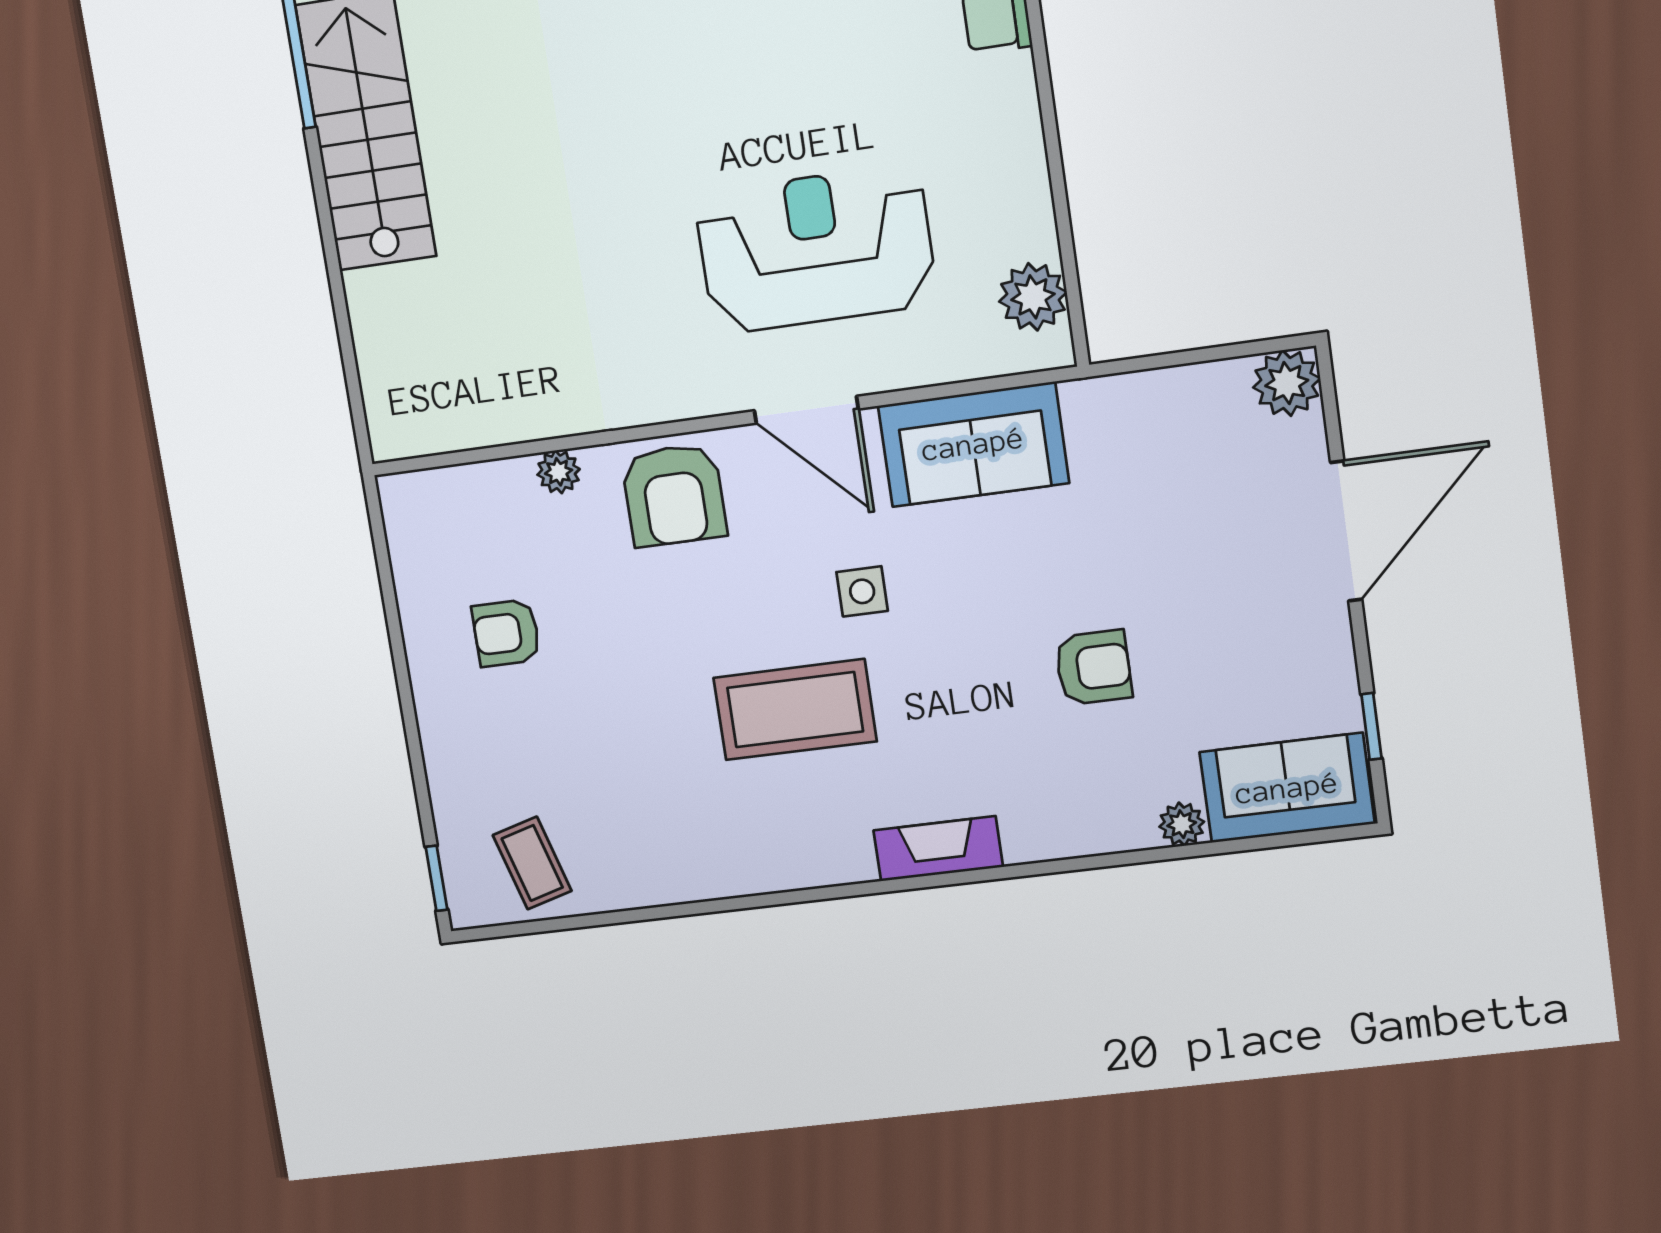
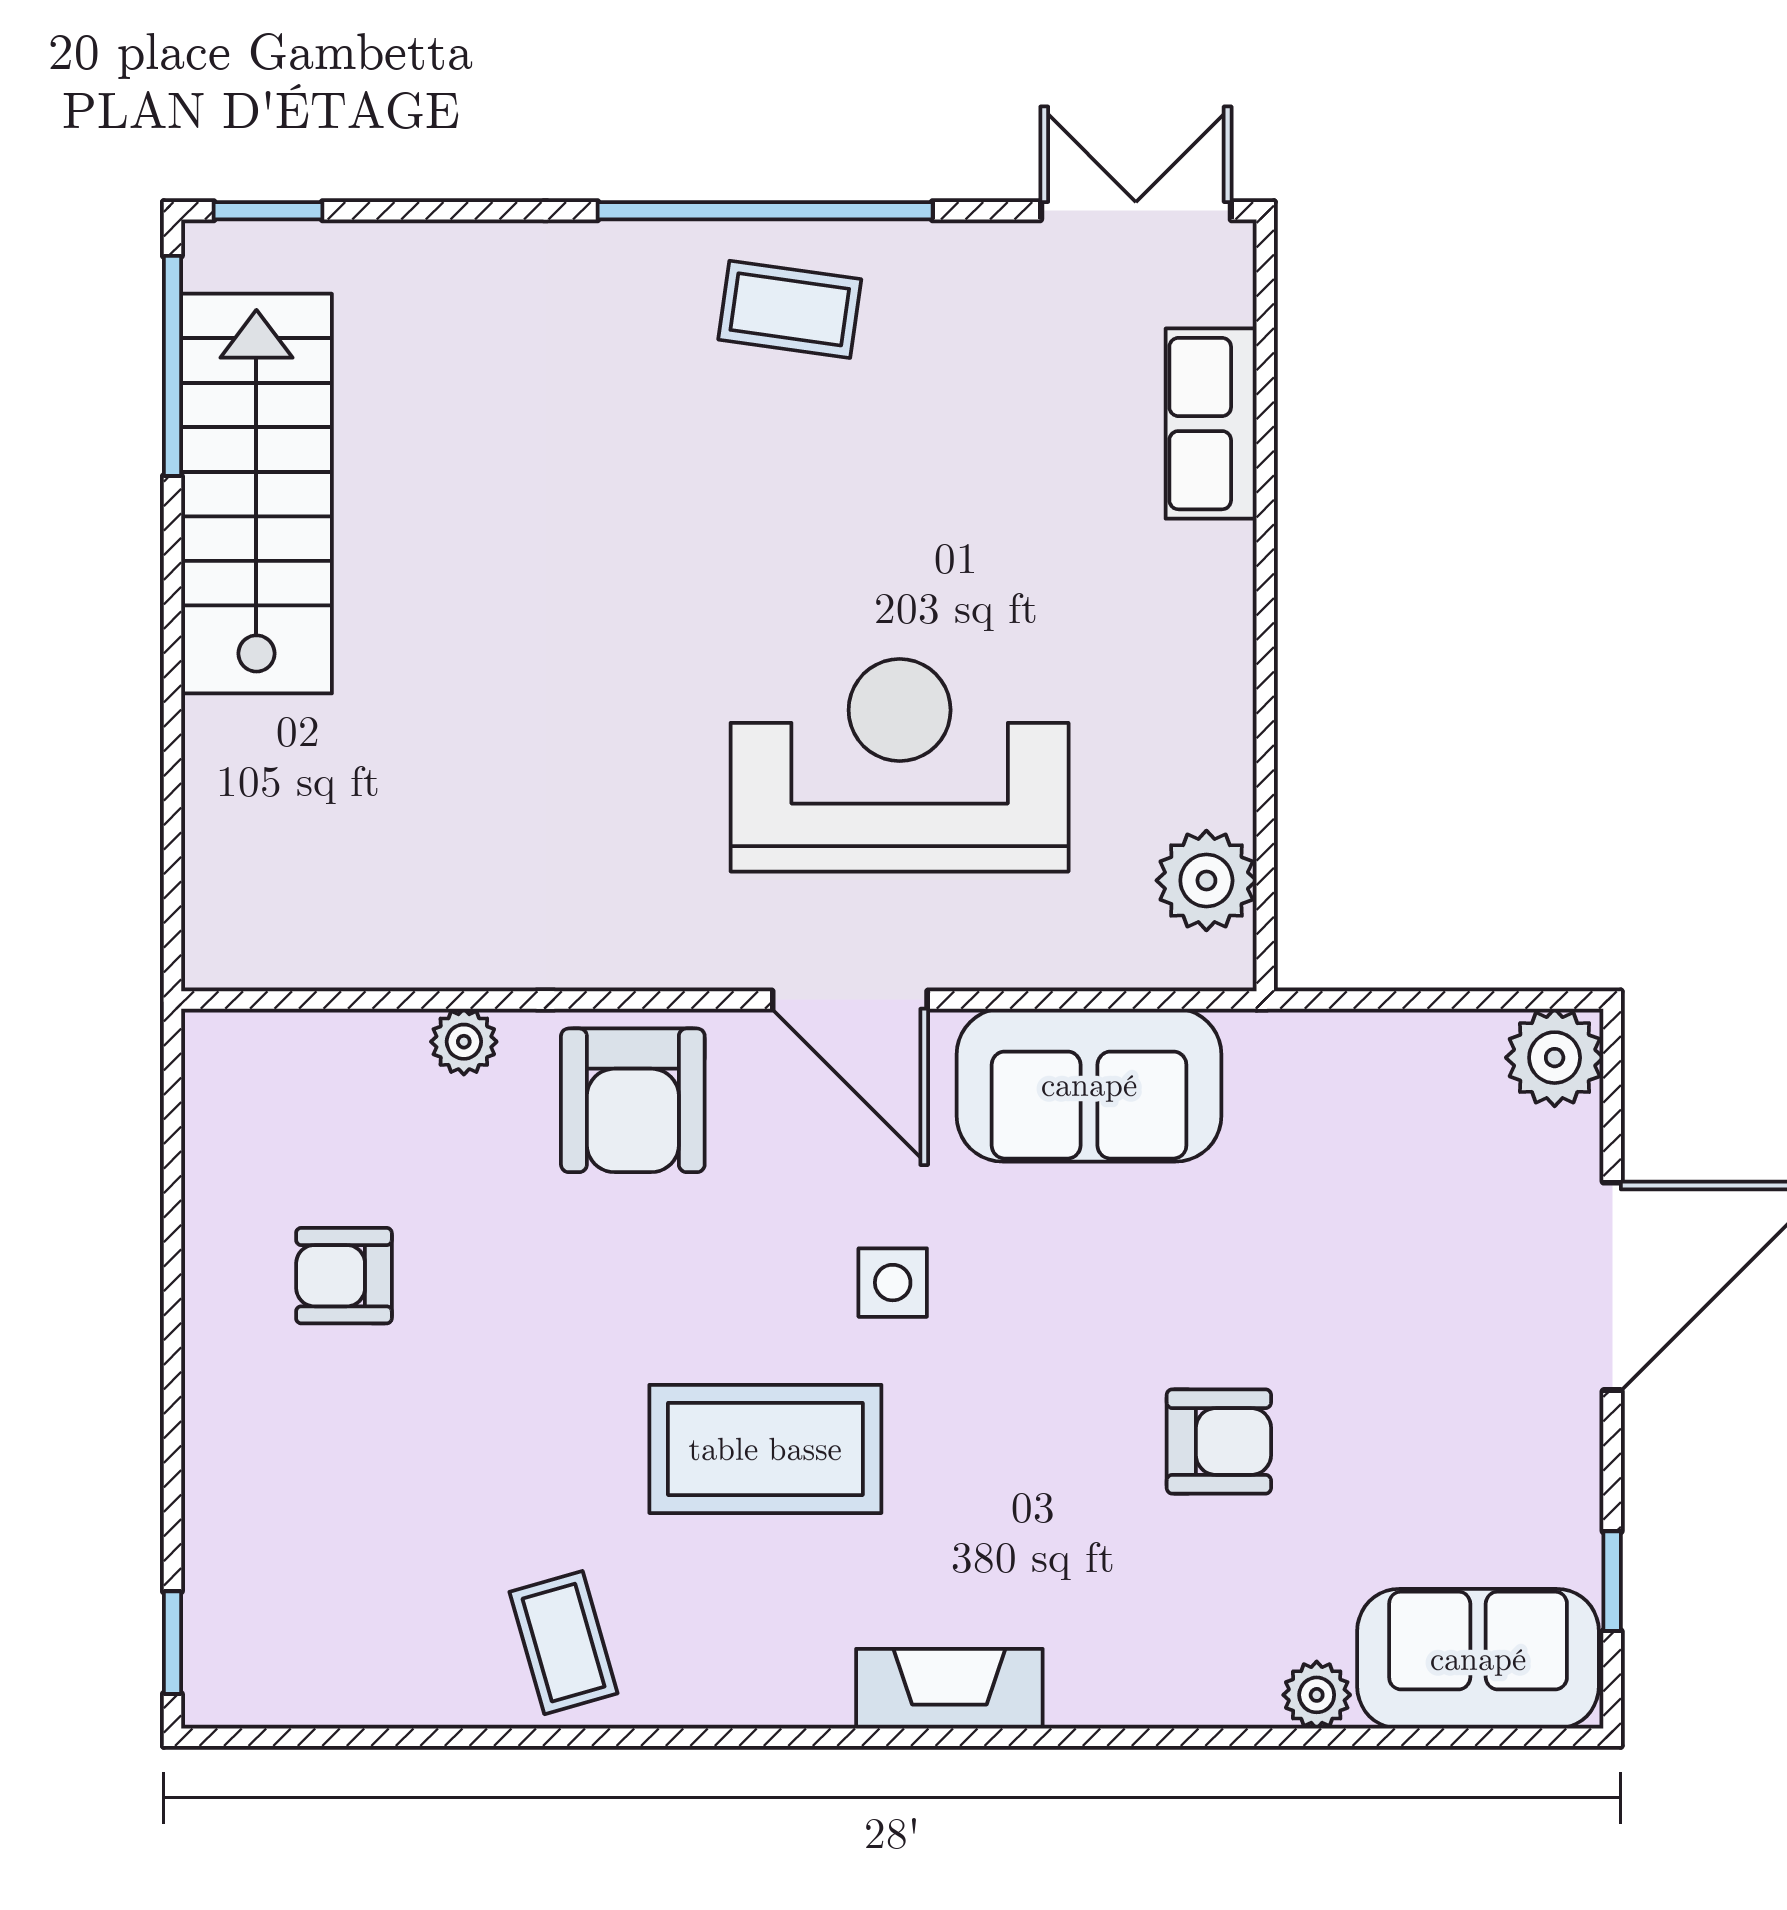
coffee table: (532, 863) -> (564, 1643), moved

